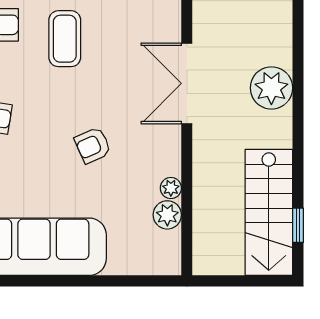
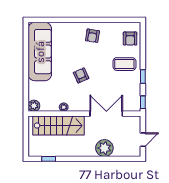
stairs: (269, 212) -> (58, 126), moved, turned 180
plant: (167, 215) -> (34, 106), moved

